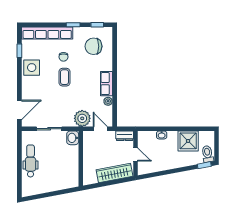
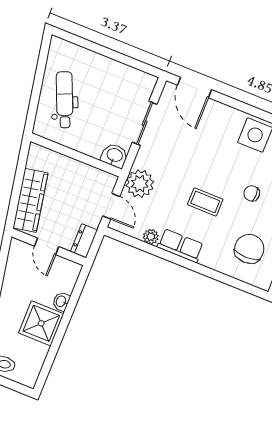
coffee table: (65, 77) -> (205, 202), moved
door: (100, 129) -> (111, 206), hinge flipped
shower: (188, 141) -> (41, 323), moved
door: (135, 155) -> (47, 246), hinge flipped
dental chair: (31, 161) -> (65, 100), moved, turned -113

